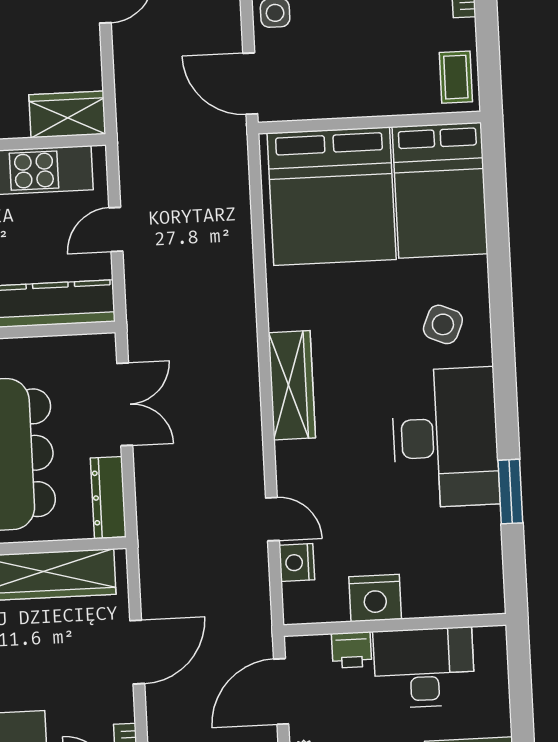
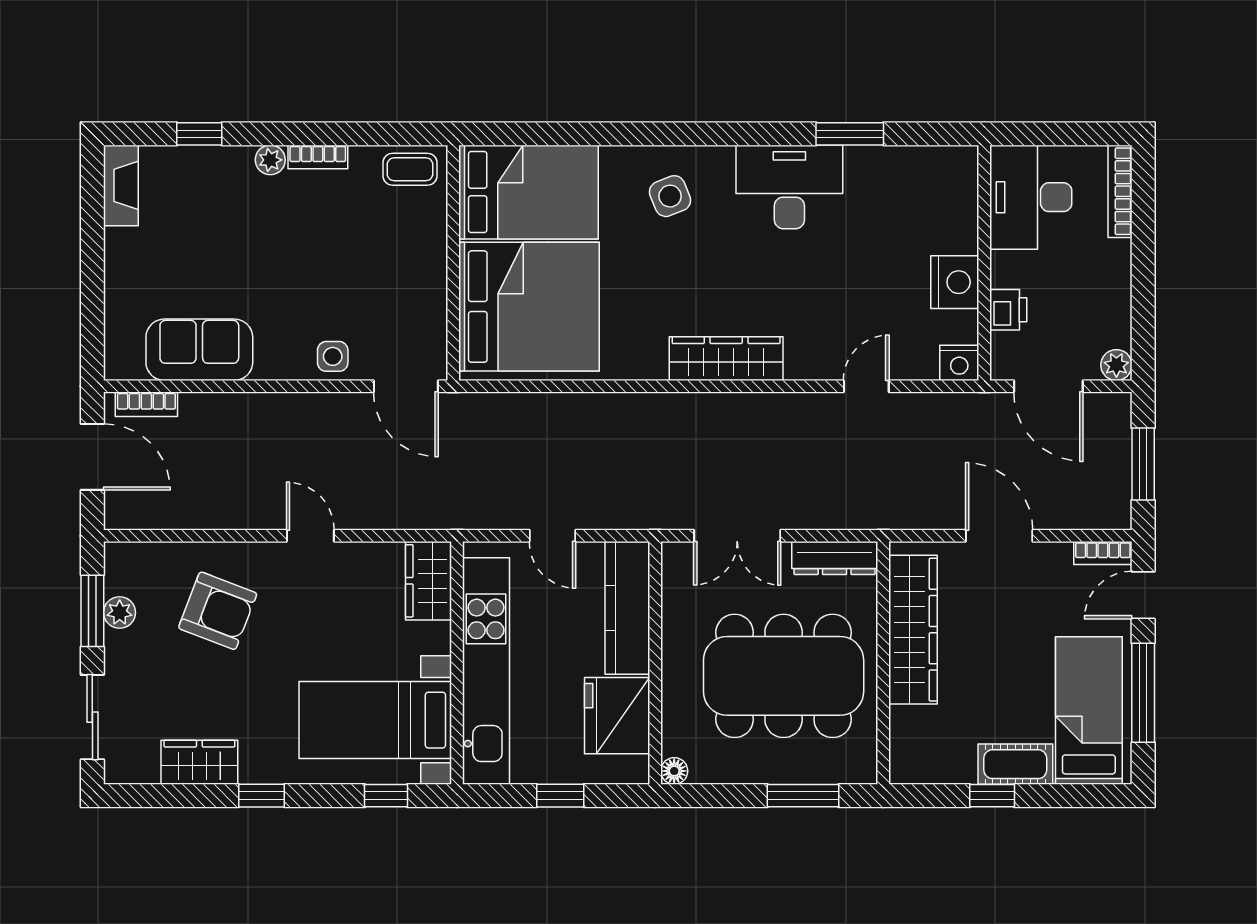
door: (250, 84) -> (406, 386), hinge flipped
side table: (443, 324) -> (670, 196), turned 45
double door: (125, 404) -> (737, 536), swing flipped
desk: (445, 438) -> (789, 187), width x0.73, depth x0.77
nightstand: (297, 563) -> (959, 363), moved
desk: (424, 668) -> (1031, 197), moved

